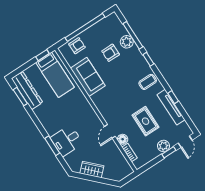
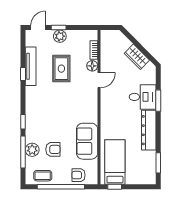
coffee table: (148, 82) -> (43, 176), moved
dresser: (27, 90) -> (149, 130), moved

